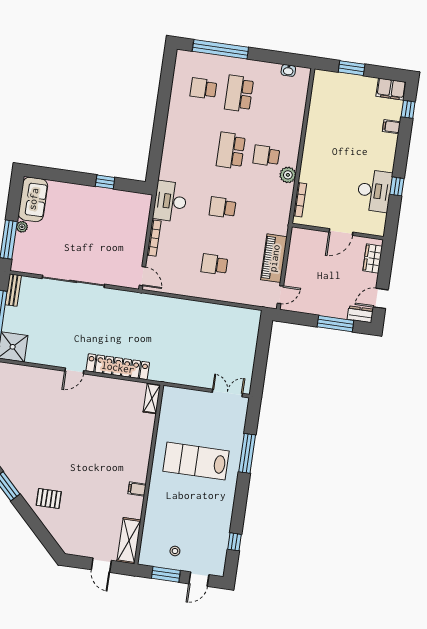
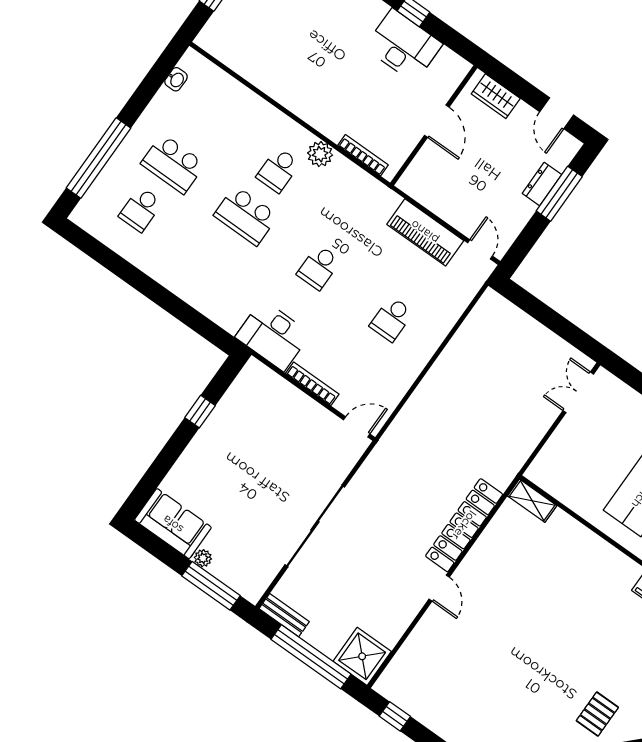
dresser: (360, 314) -> (542, 184), moved

